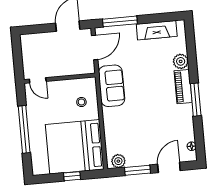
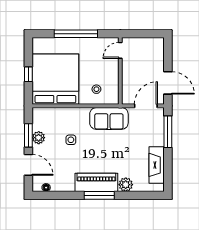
door: (95, 48) -> (146, 106), swing flipped
piano: (183, 87) -> (96, 182), width x1.37, depth x1.33
window: (196, 100) -> (99, 195), moved
side table: (138, 124) -> (71, 140), added
plant: (118, 161) -> (39, 138), moved

